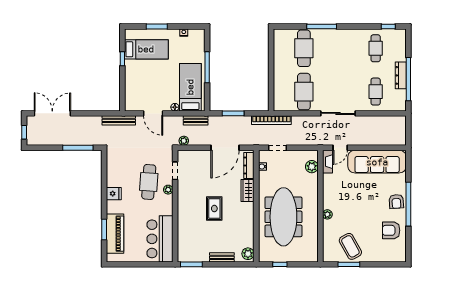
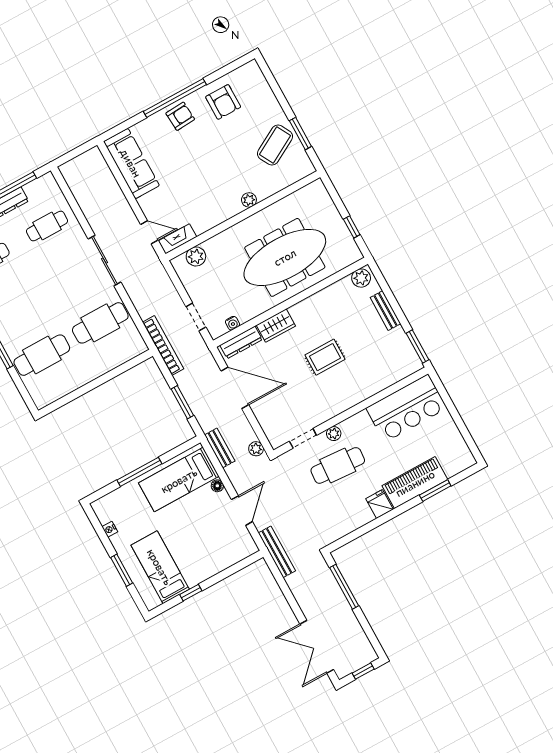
sofa: (377, 162) -> (131, 163), width x0.74, depth x0.79
piano: (115, 234) -> (415, 483), moved

